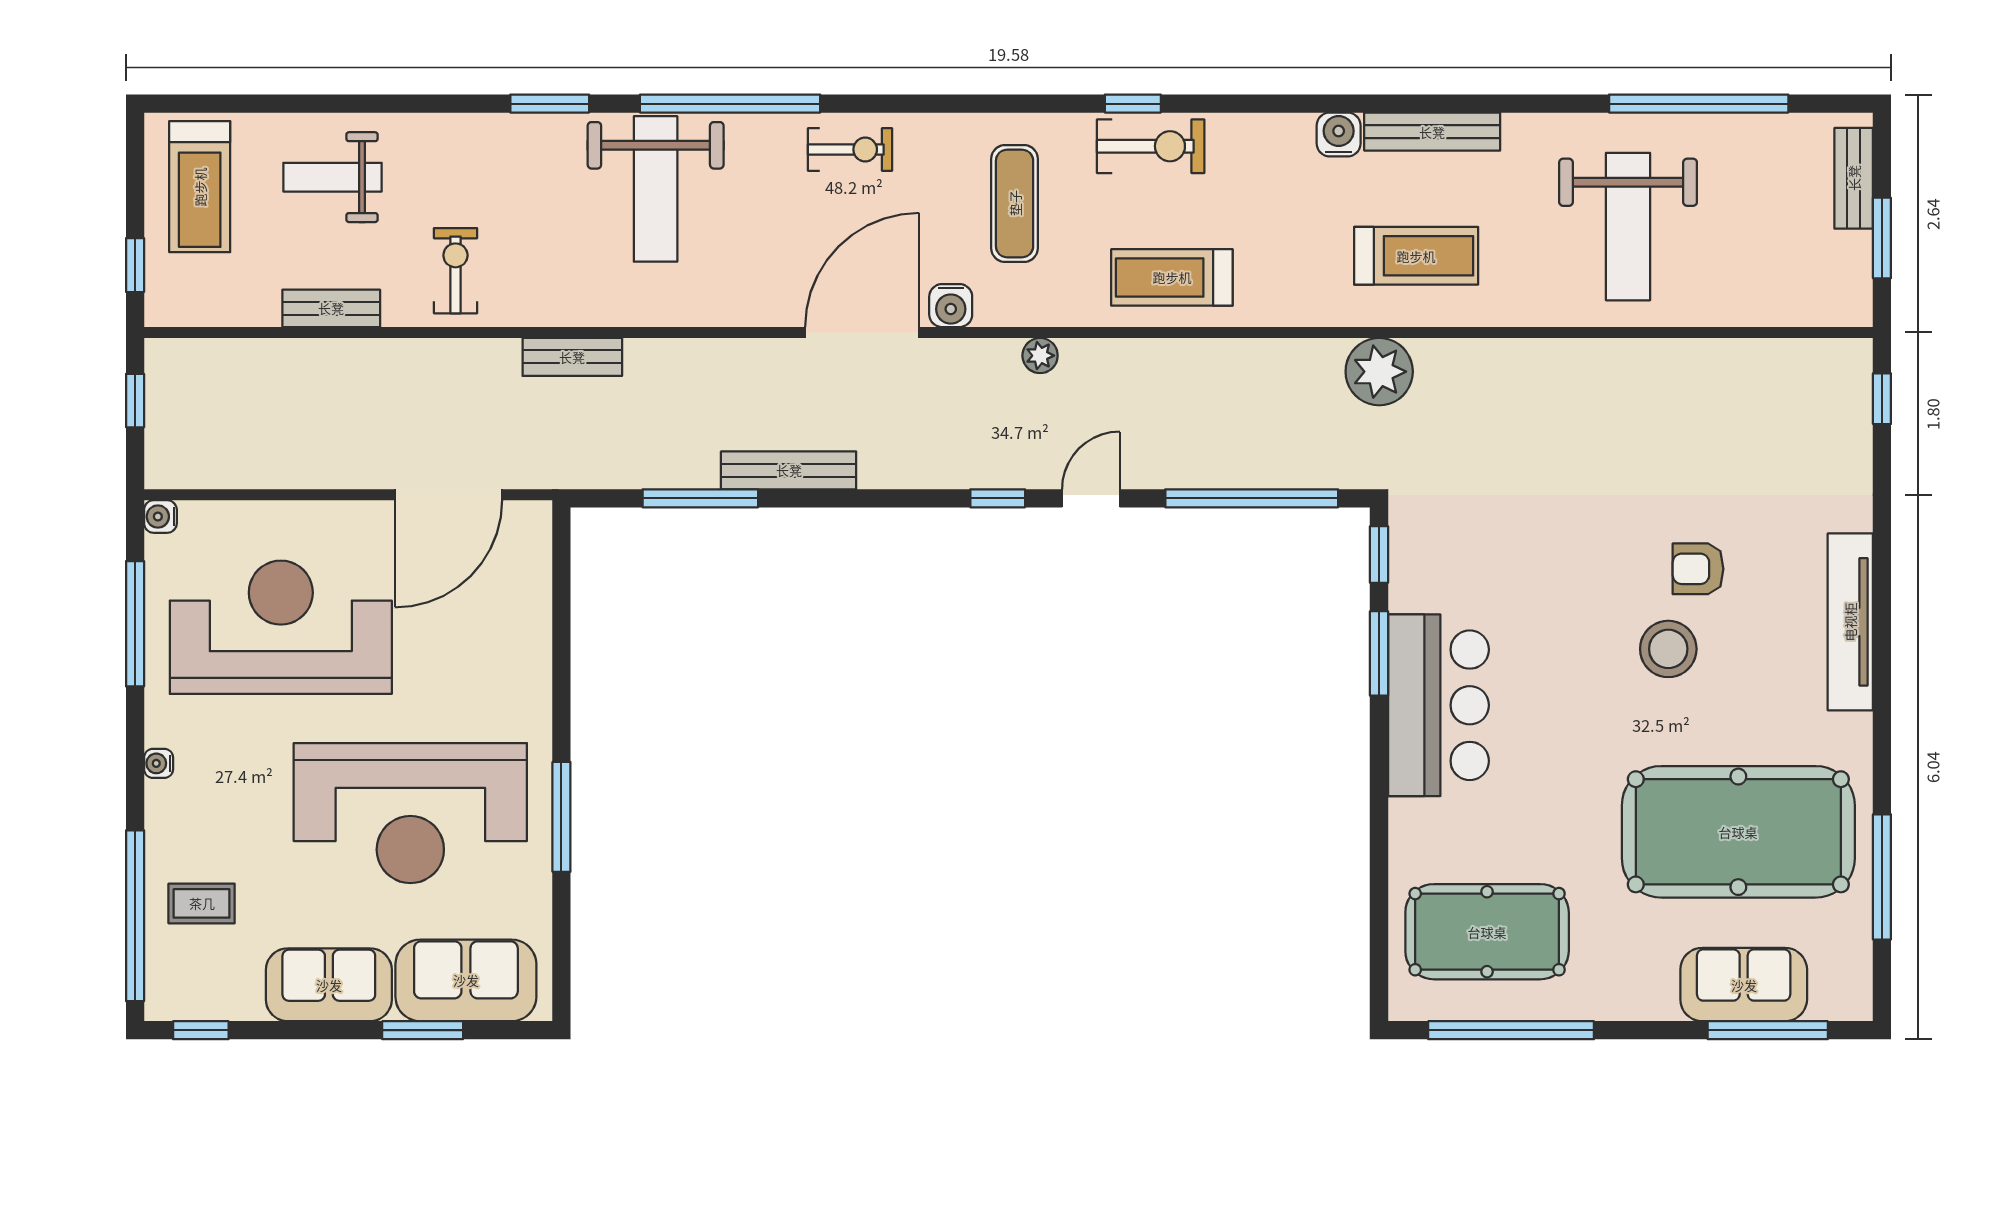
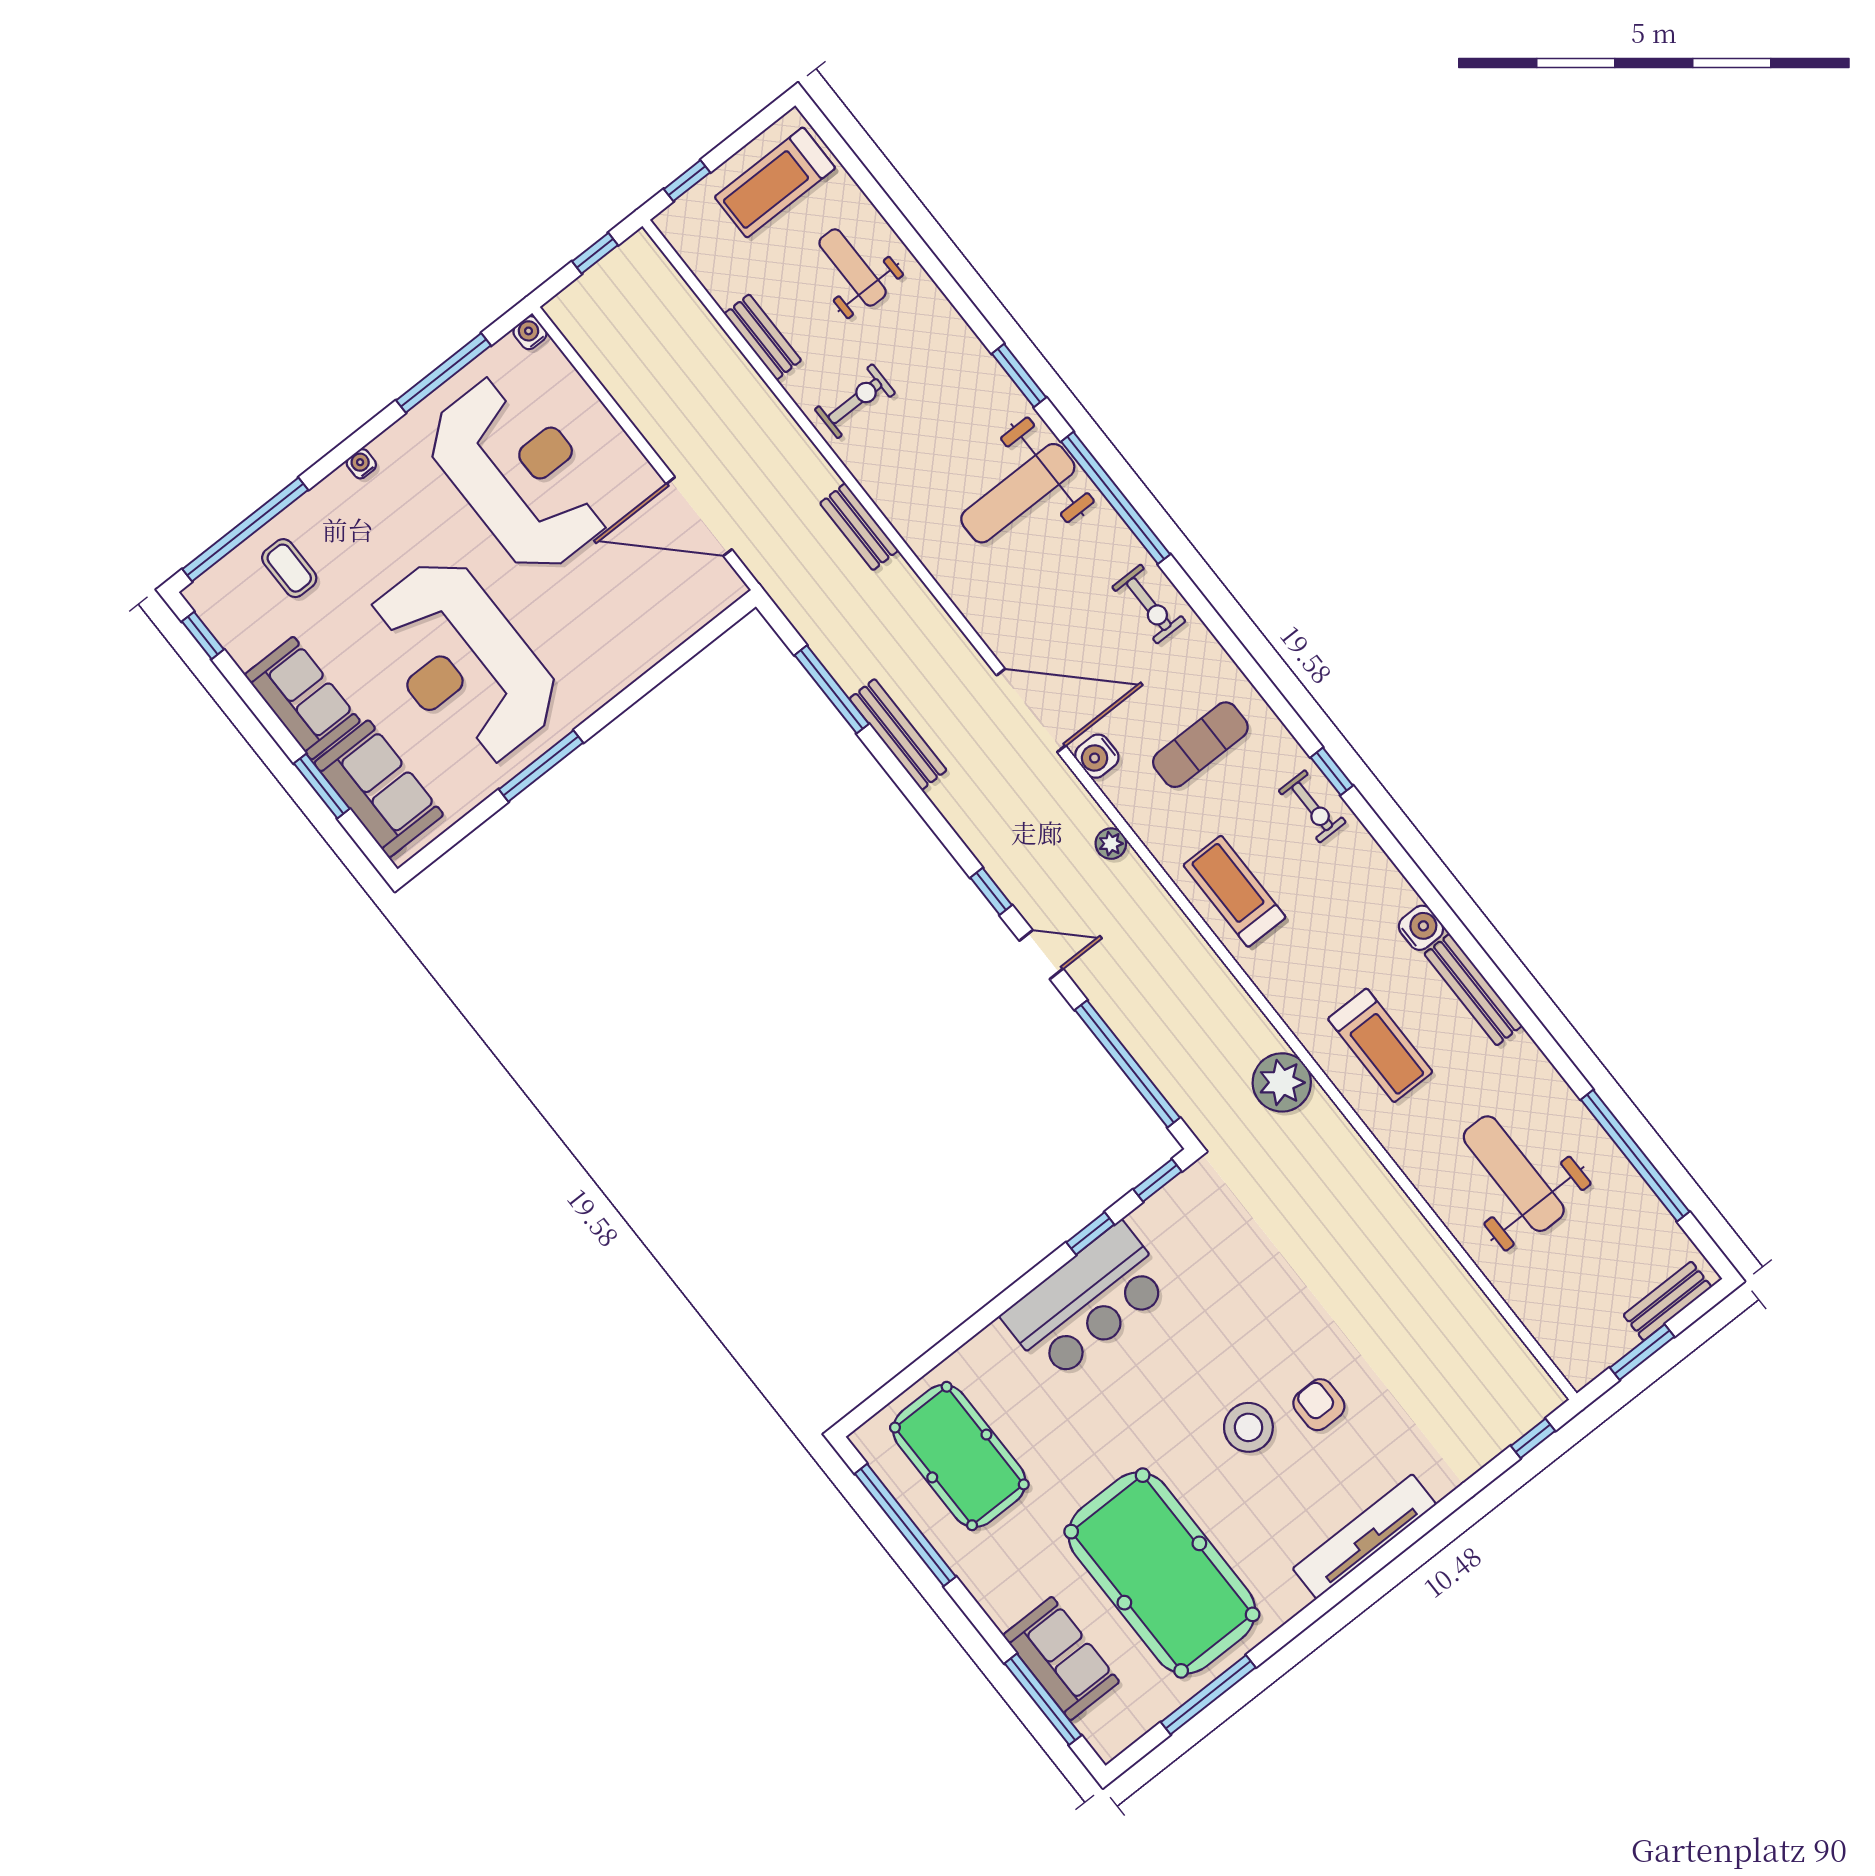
exercise bike: (1151, 146) -> (1312, 806), width x0.73, depth x0.72
weight bench: (1628, 227) -> (1514, 1174), turned 90
window: (1379, 653) -> (1090, 1233), width x0.67

